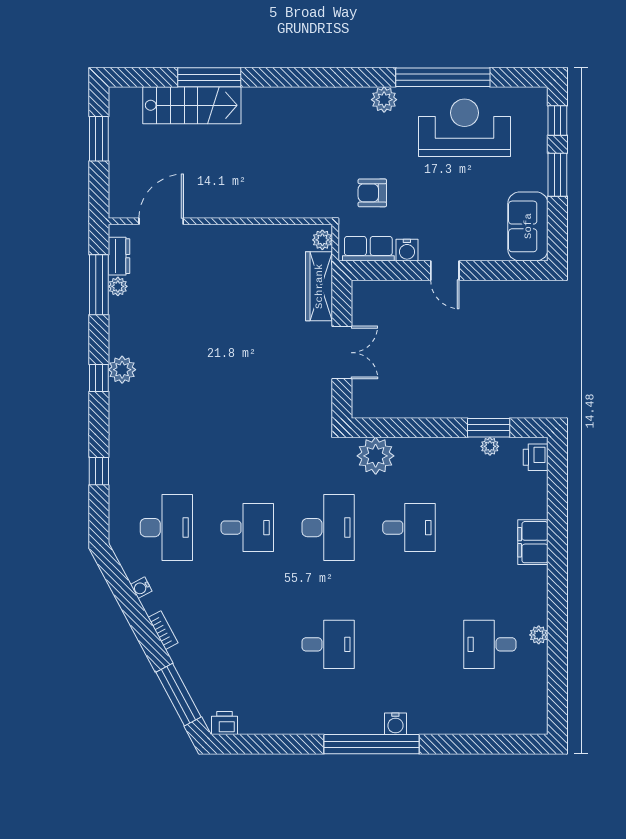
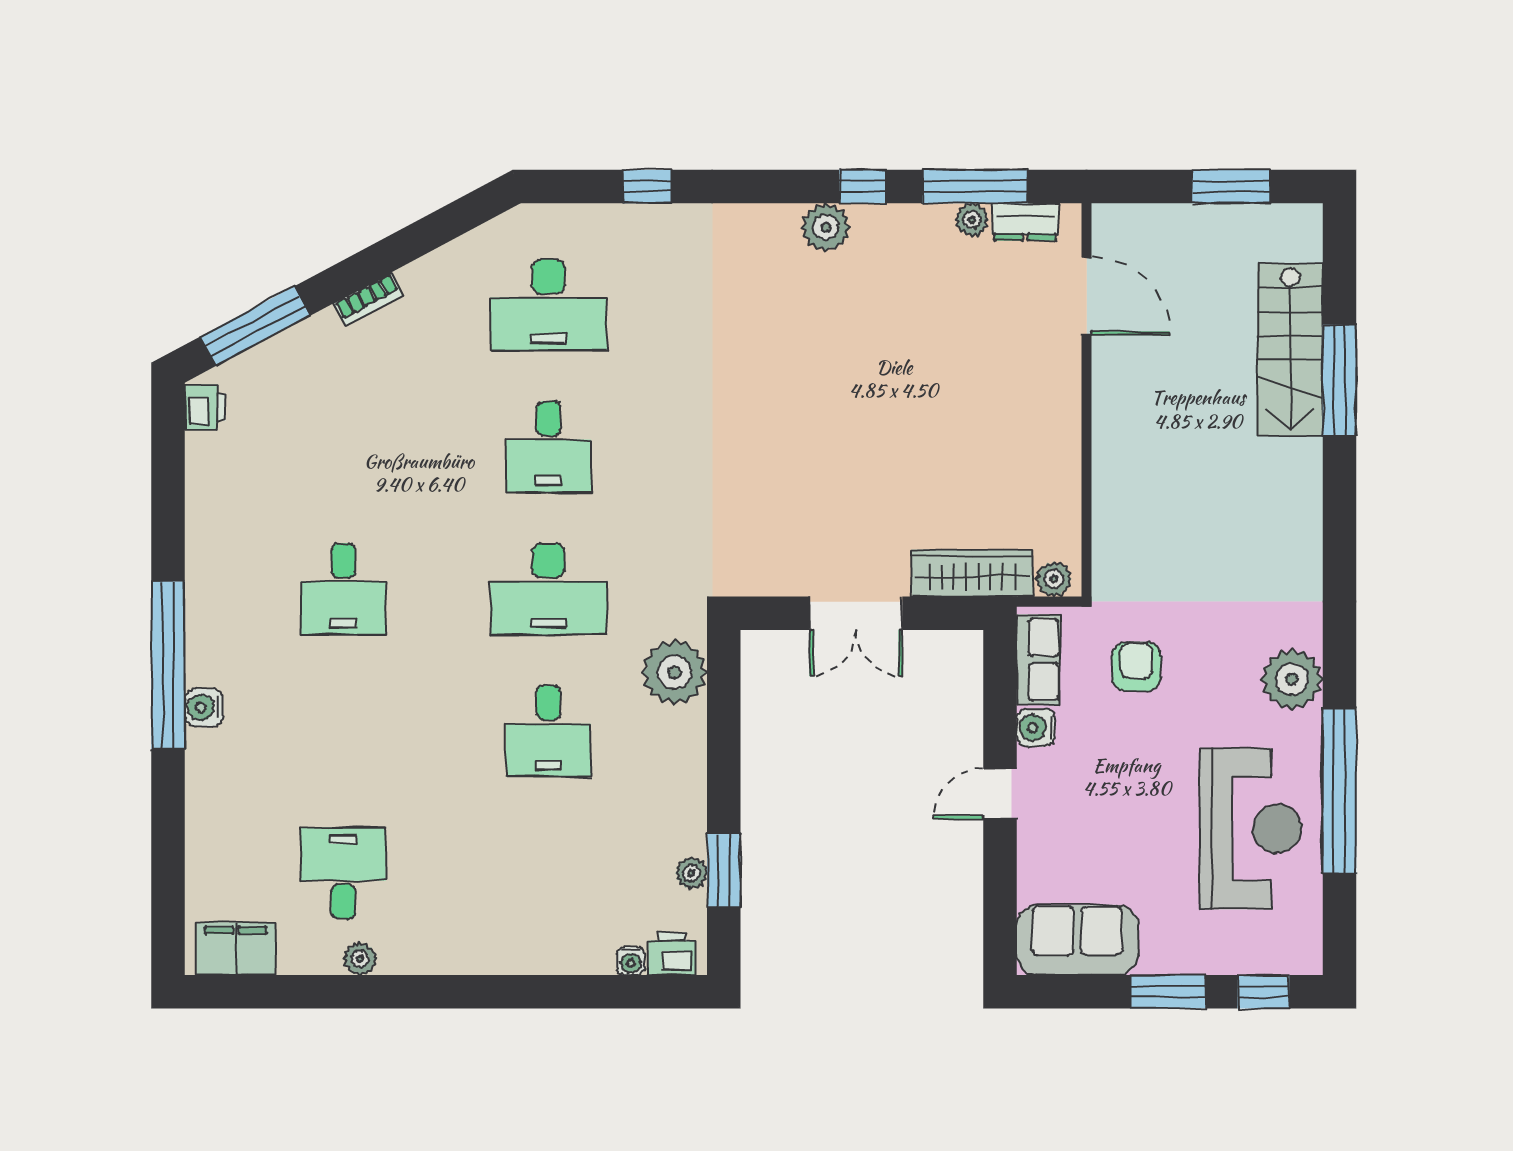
plant: (384, 100) -> (1292, 679), width x1.36, depth x1.36
window: (99, 378) -> (863, 186), moved
filing cabinet: (533, 542) -> (236, 949), moved
water cooler: (141, 588) -> (631, 961), moved, turned -152

